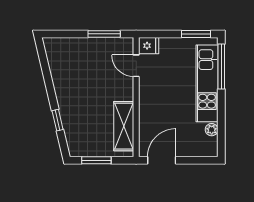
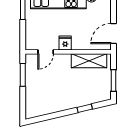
fridge: (149, 46) -> (65, 43), moved
door: (162, 160) -> (114, 34), hinge flipped

